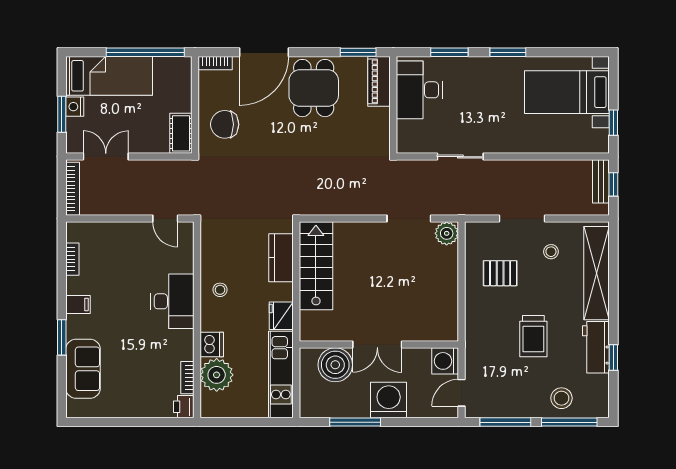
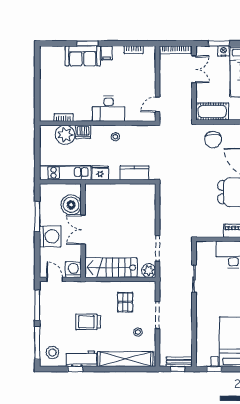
chair: (225, 124) -> (213, 140), turned 180
cot: (181, 133) -> (212, 112), width x1.37, depth x1.34
stairs: (316, 266) -> (111, 268), moved, turned 180
sofa: (83, 369) -> (83, 56), moved
stool: (561, 398) -> (52, 353), moved
printer: (184, 407) -> (46, 115), removed

